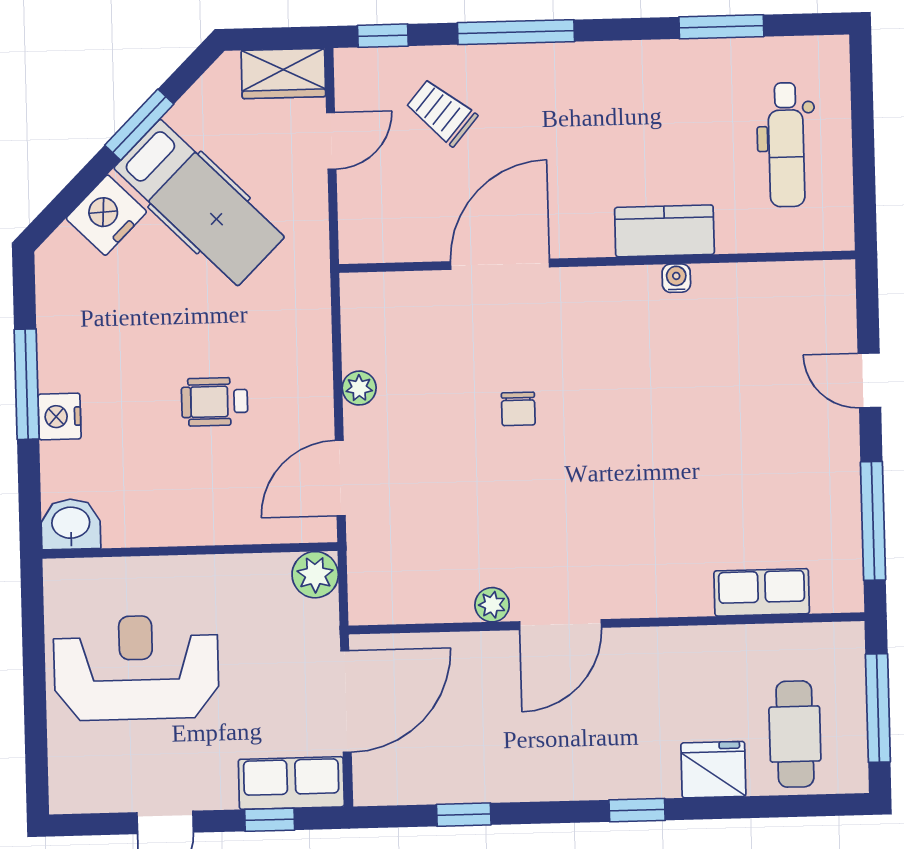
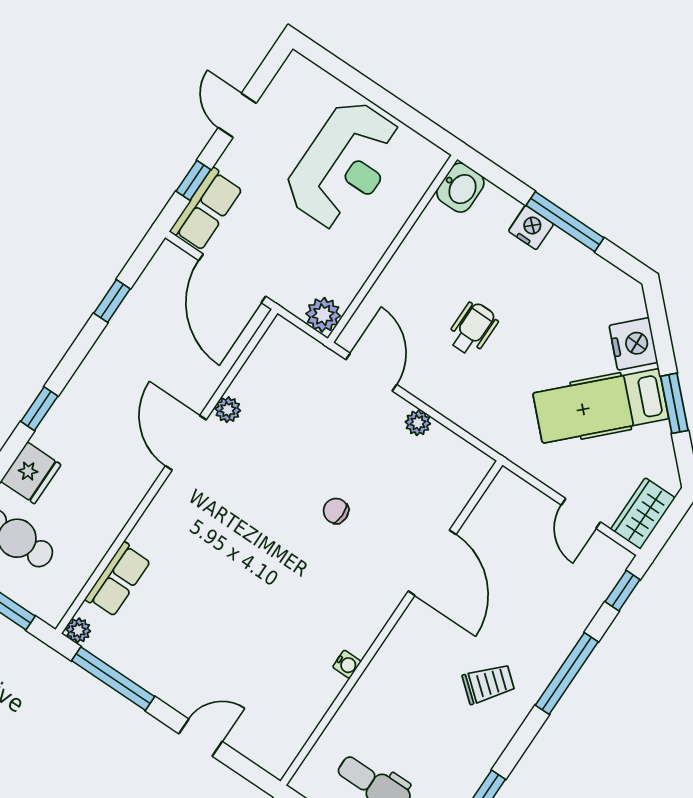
trolley: (441, 112) -> (488, 684), moved
kitchen counter: (664, 231) -> (381, 678), removed
plant: (847, 596) -> (78, 630), added

